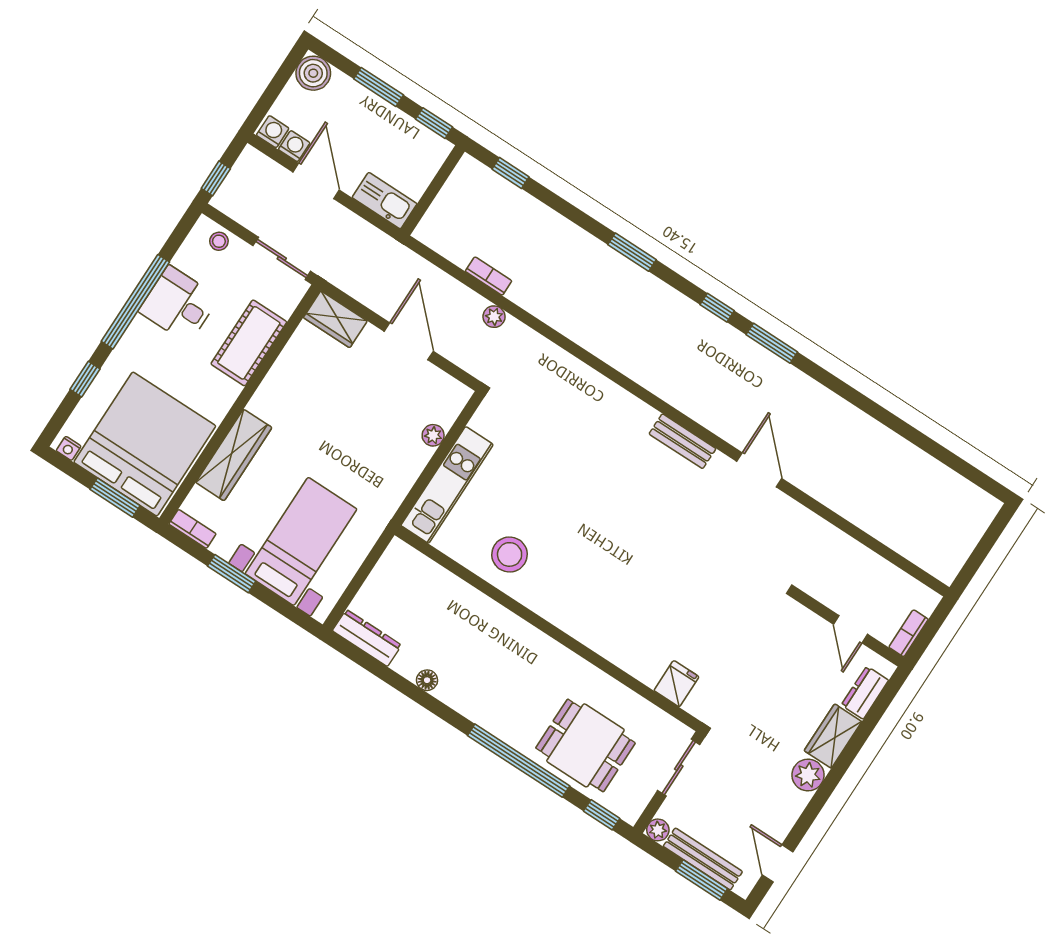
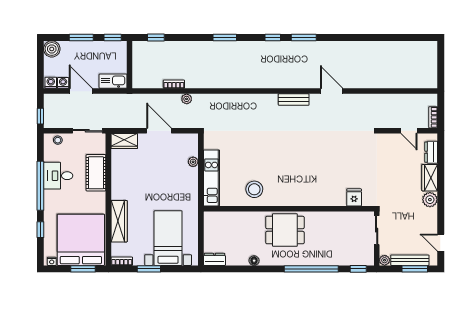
dresser: (367, 638) -> (214, 259), width x0.70
dining table: (585, 745) -> (285, 230), moved

